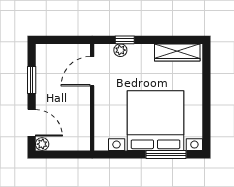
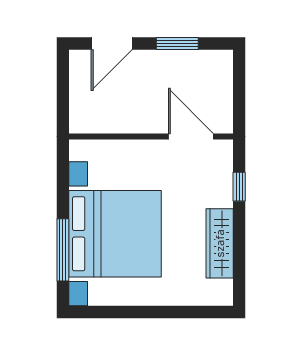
plant: (120, 50) -> (223, 180), removed
wardrobe: (177, 52) -> (220, 243), moved
plant: (42, 144) -> (79, 60), removed

